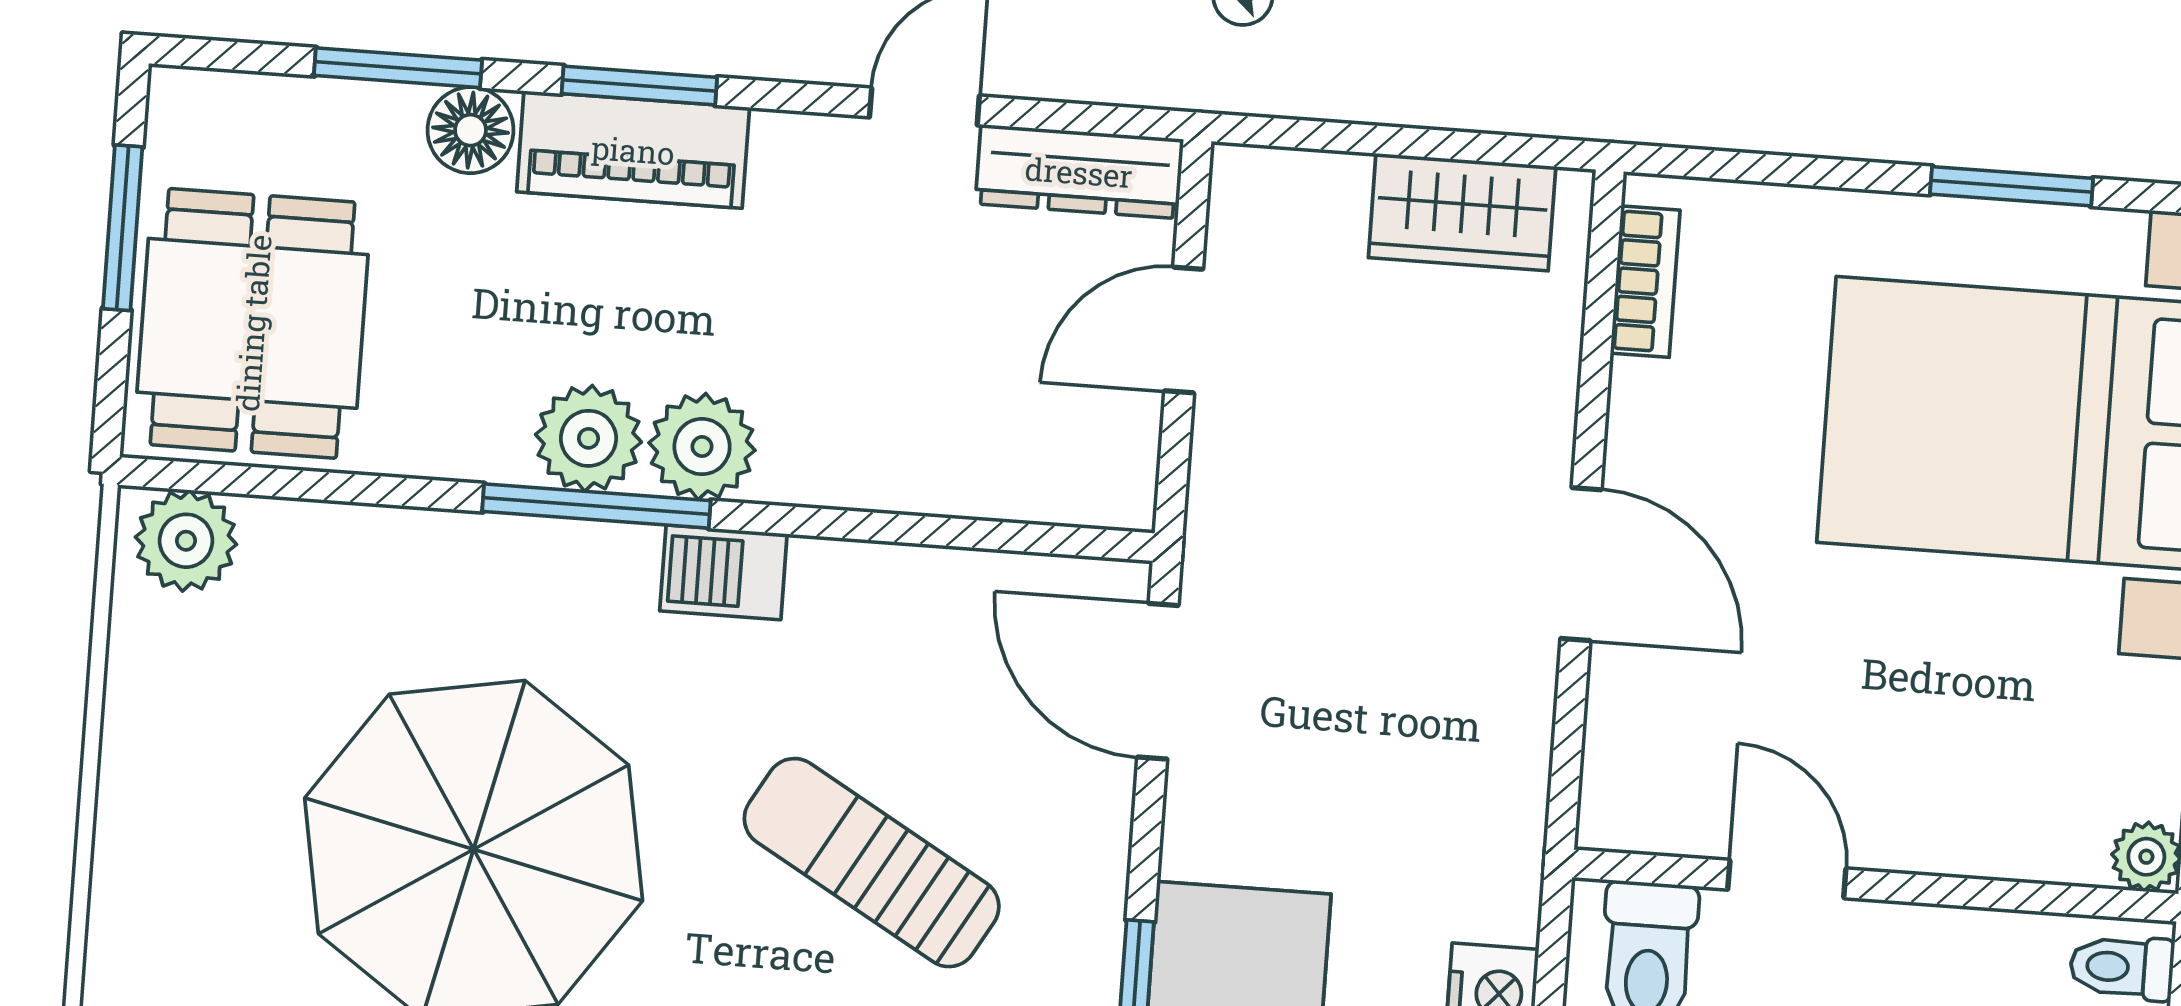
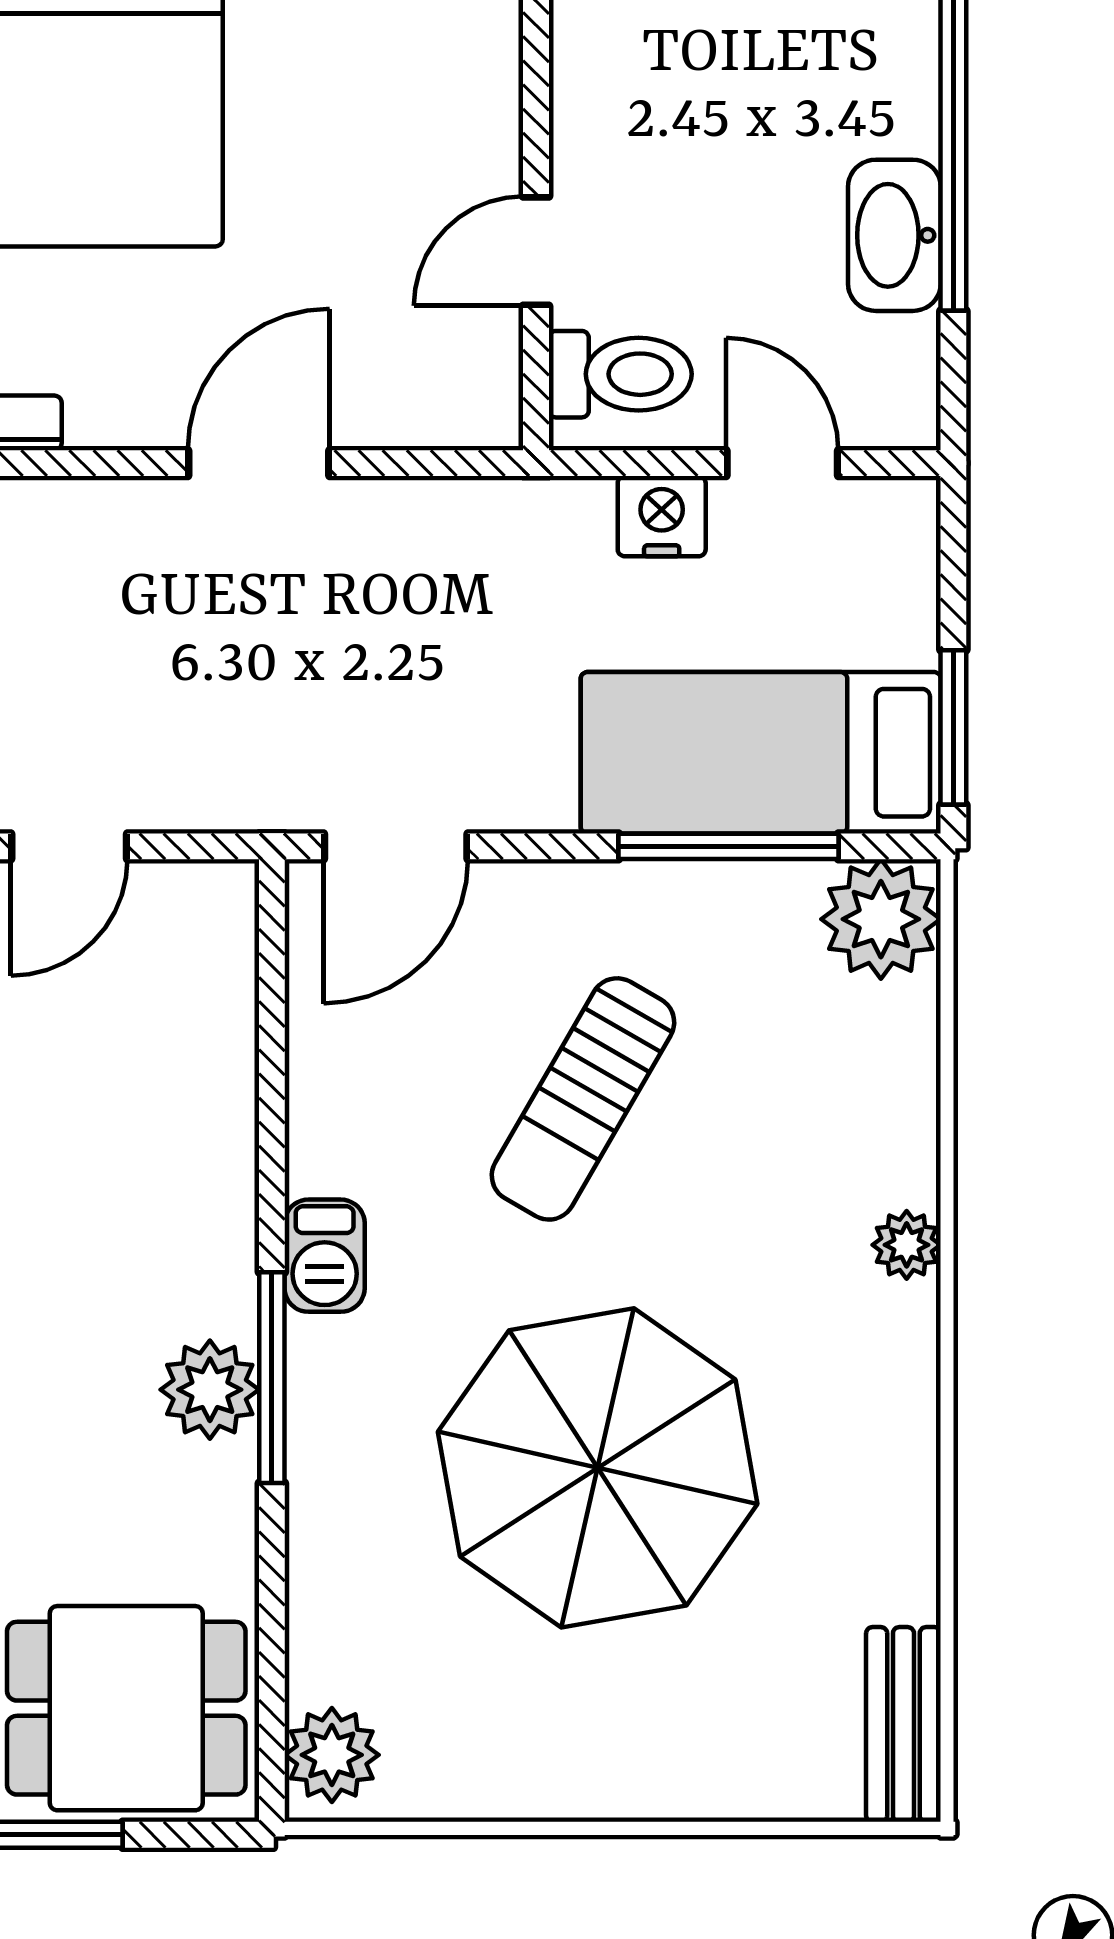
door: (1184, 330) -> (69, 846), hinge flipped
plant: (702, 447) -> (210, 1284), removed

